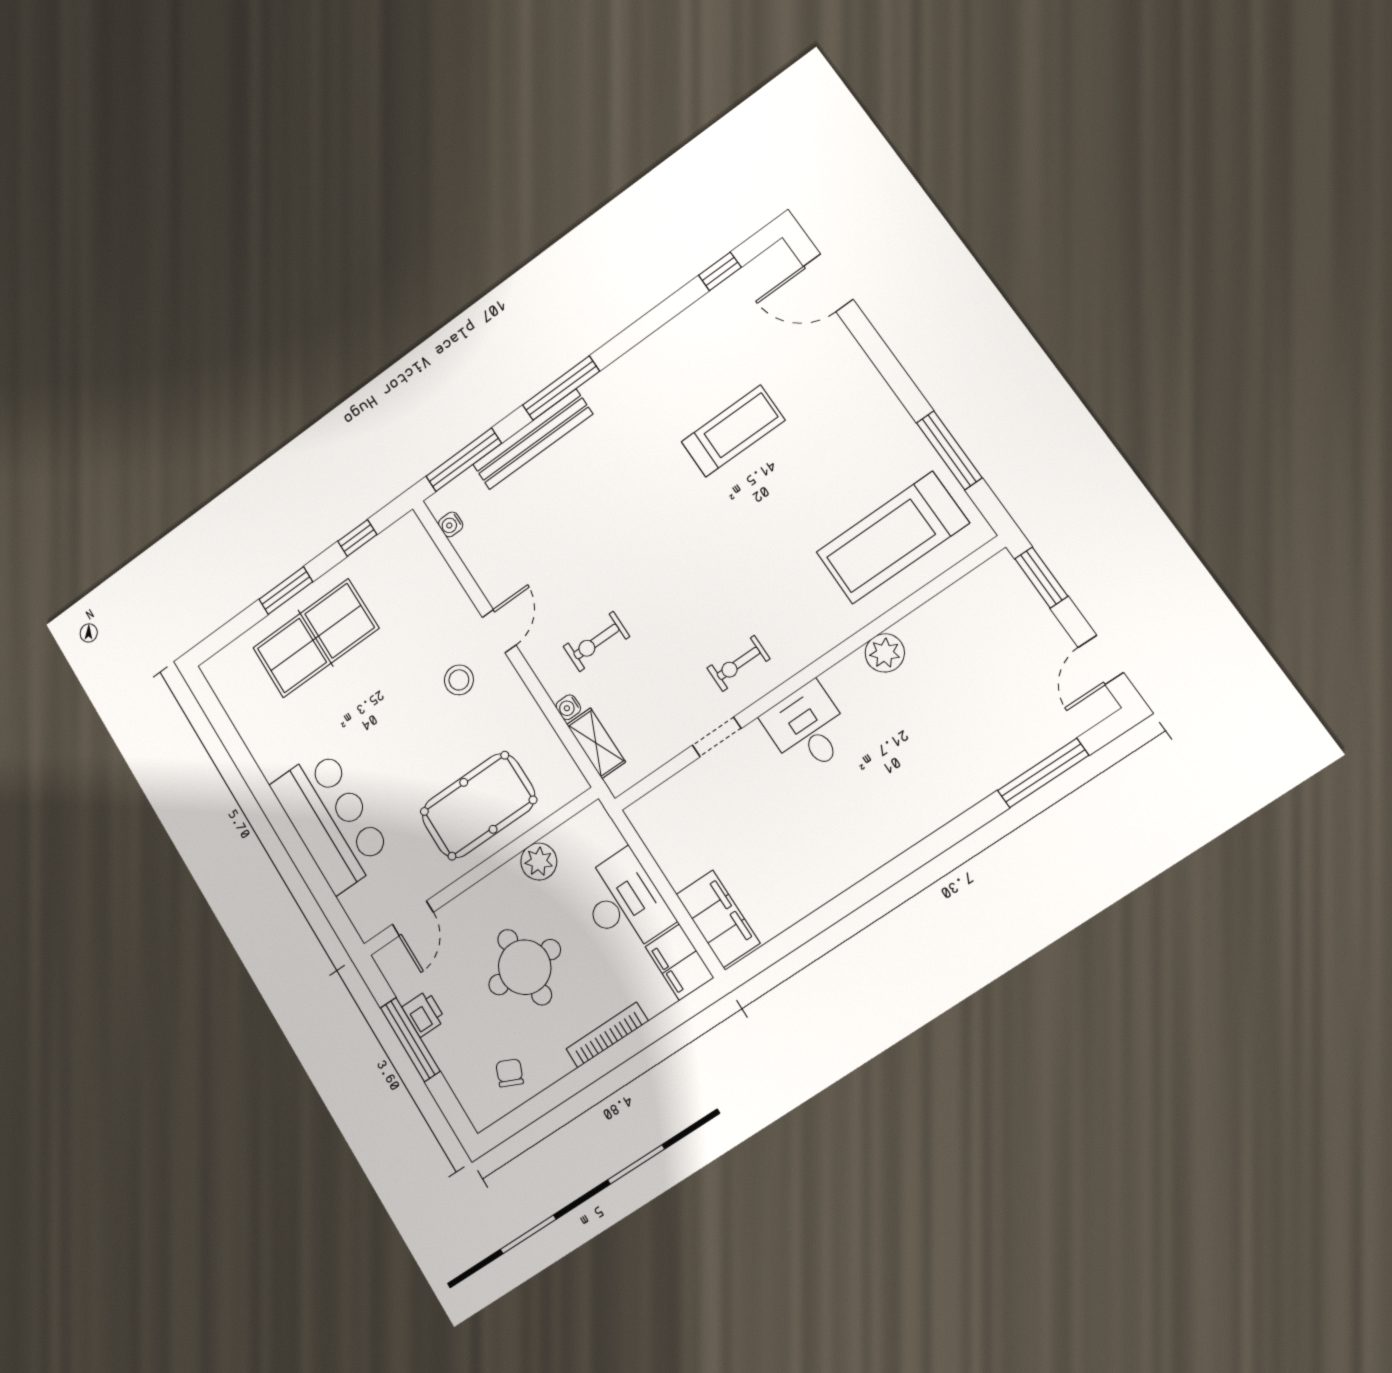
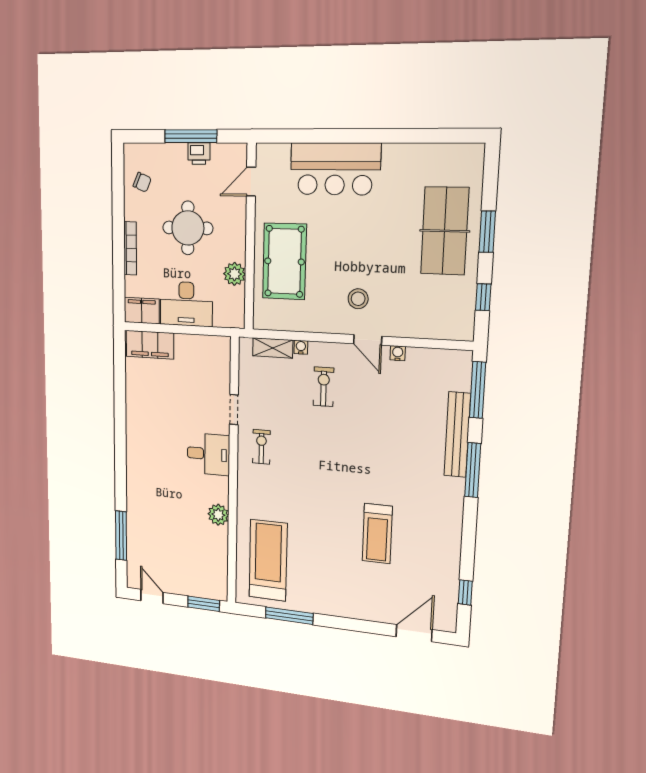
water cooler: (451, 524) -> (398, 353), moved
door: (413, 918) -> (251, 182), hinge flipped

